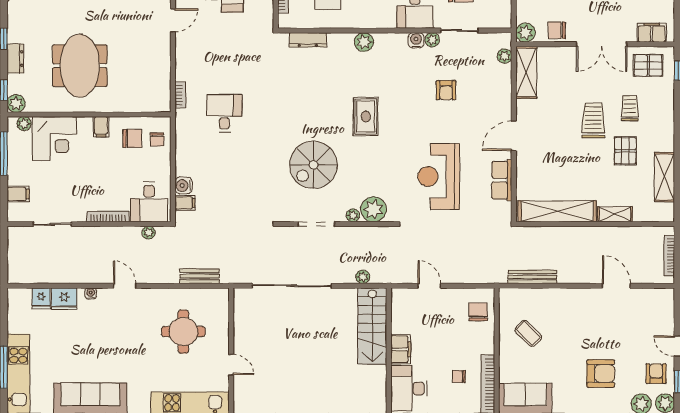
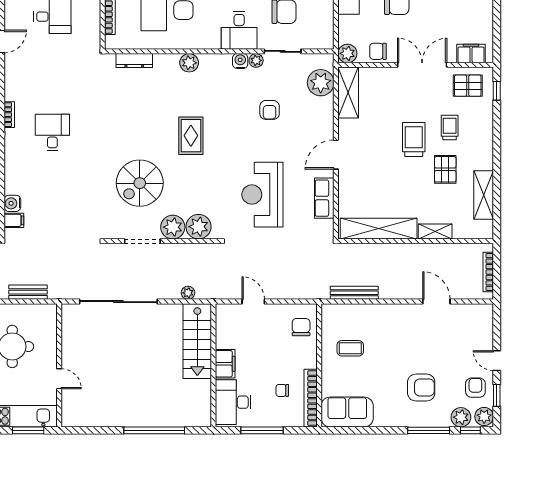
double door: (602, 44) -> (422, 65), swing flipped
plant: (504, 56) -> (321, 83), width x1.87, depth x1.87
plant: (353, 215) -> (173, 227), width x1.88, depth x1.88
coffee table: (528, 333) -> (350, 348), turned -45

